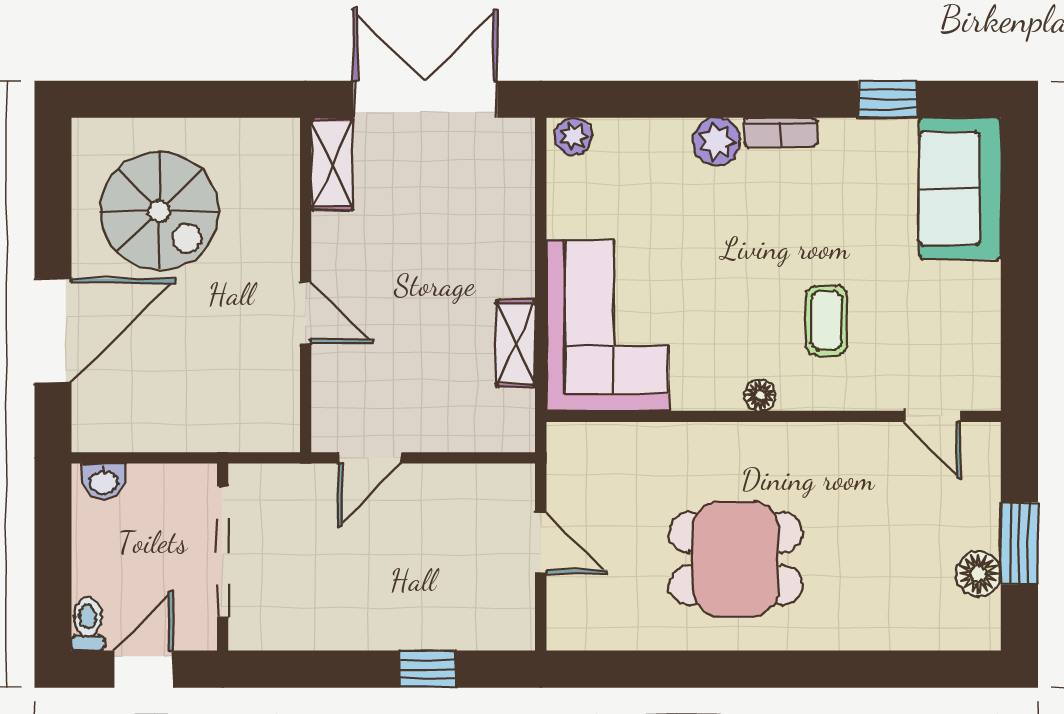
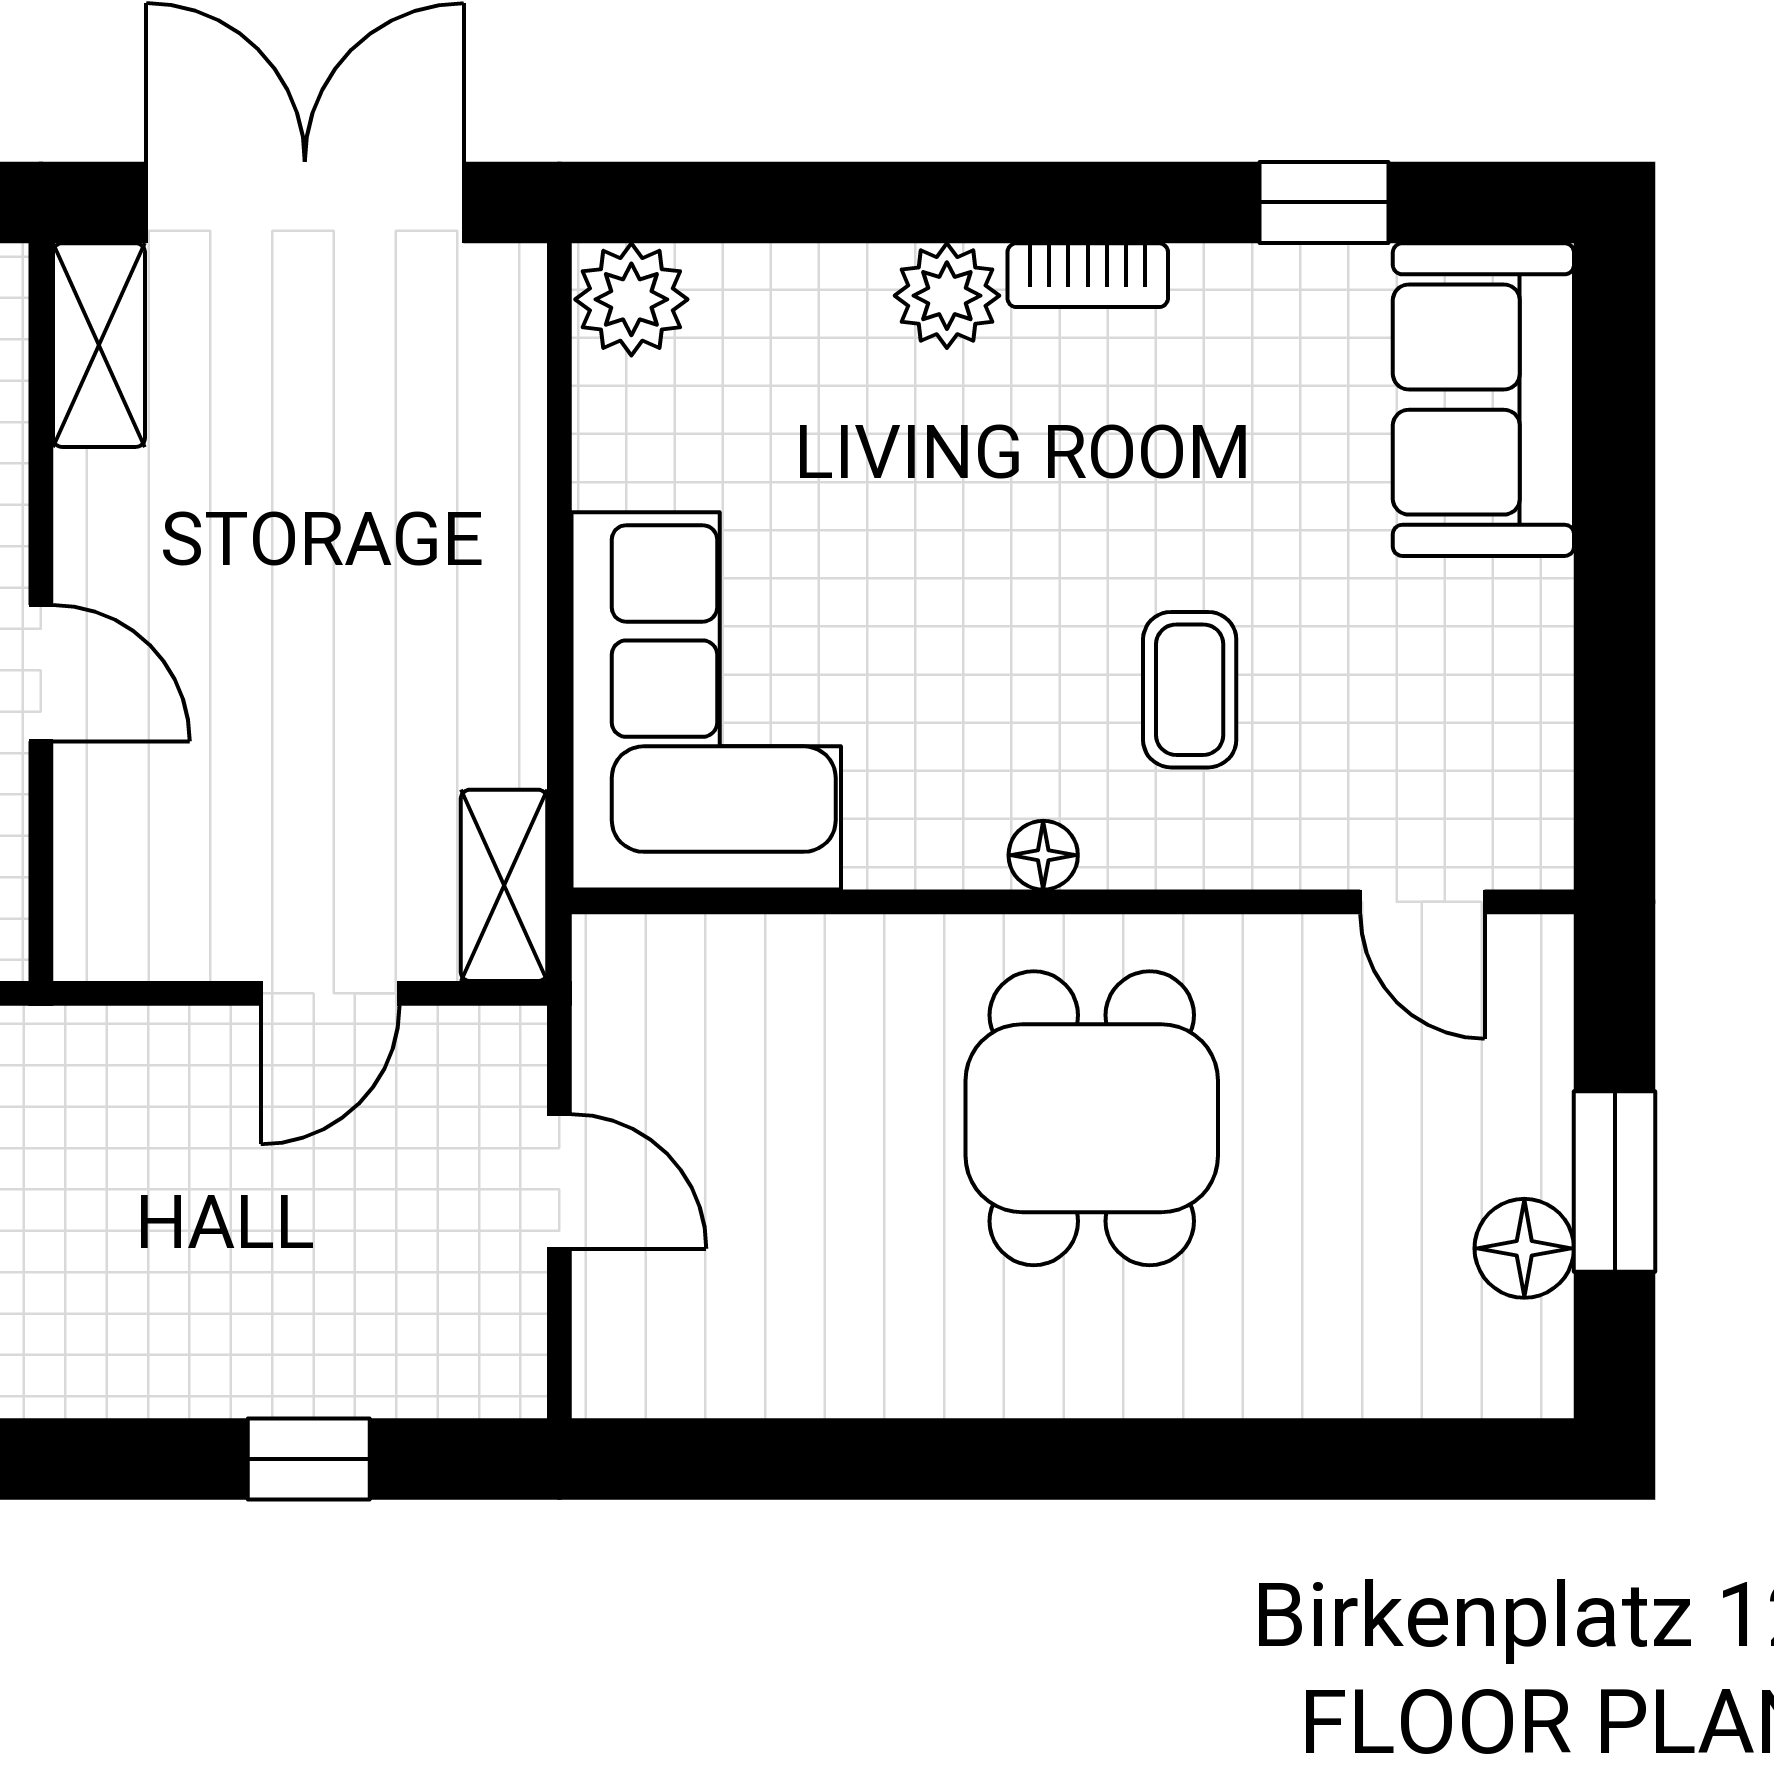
plant: (573, 136) -> (631, 299), width x1.38, depth x1.38
shelving: (516, 343) -> (504, 885), moved
door: (370, 458) -> (330, 993), moved
dining table: (736, 559) -> (1092, 1118), moved, turned 90

